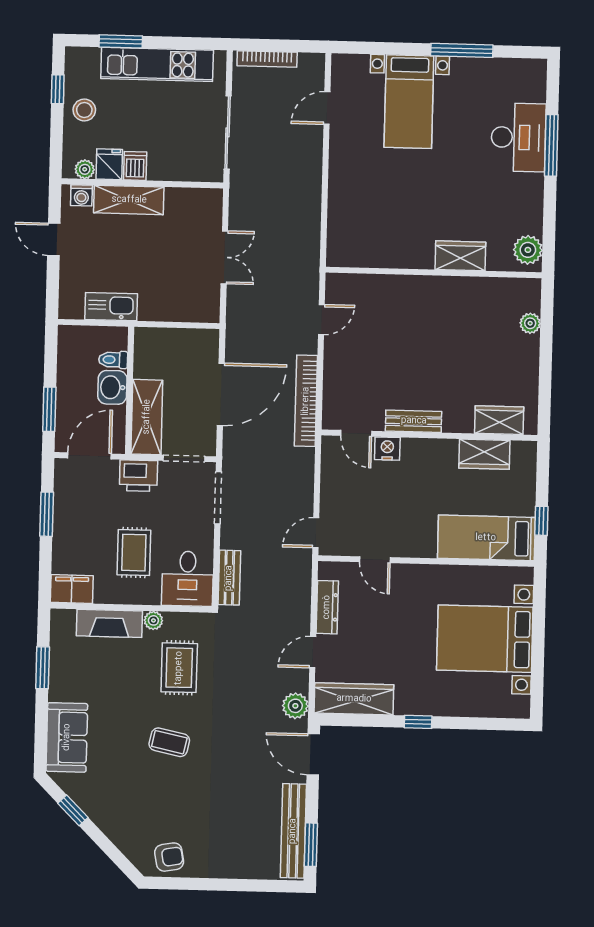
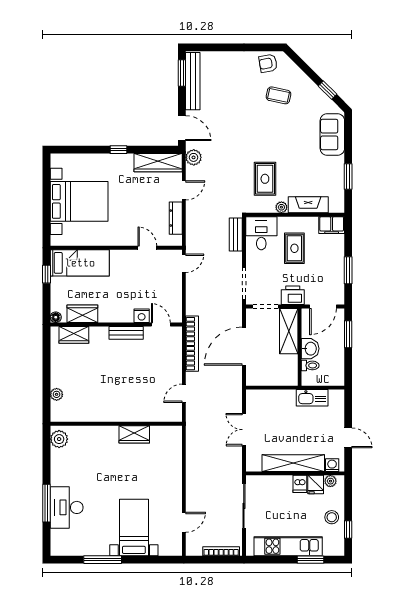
shelving: (129, 200) -> (293, 463), width x1.47
wardrobe: (460, 256) -> (134, 434), moved
floor lamp: (528, 450) -> (56, 317), added
coffee table: (169, 742) -> (278, 95), moved

